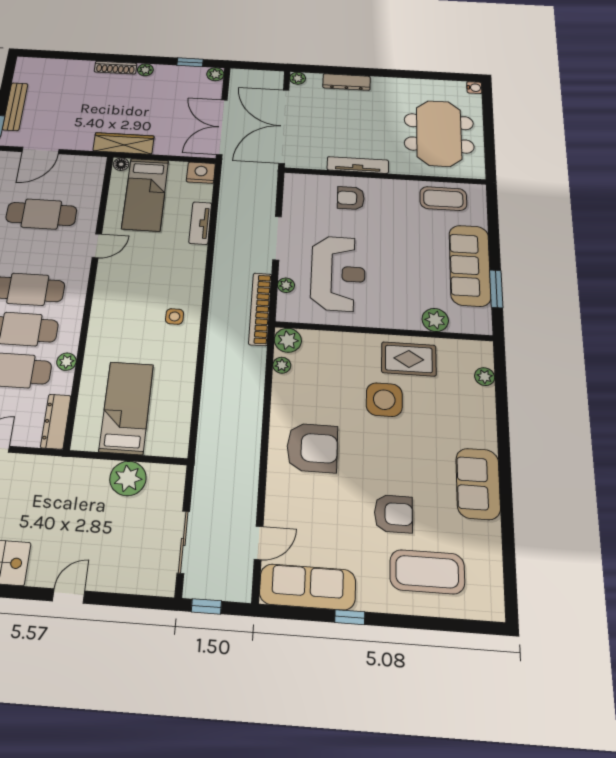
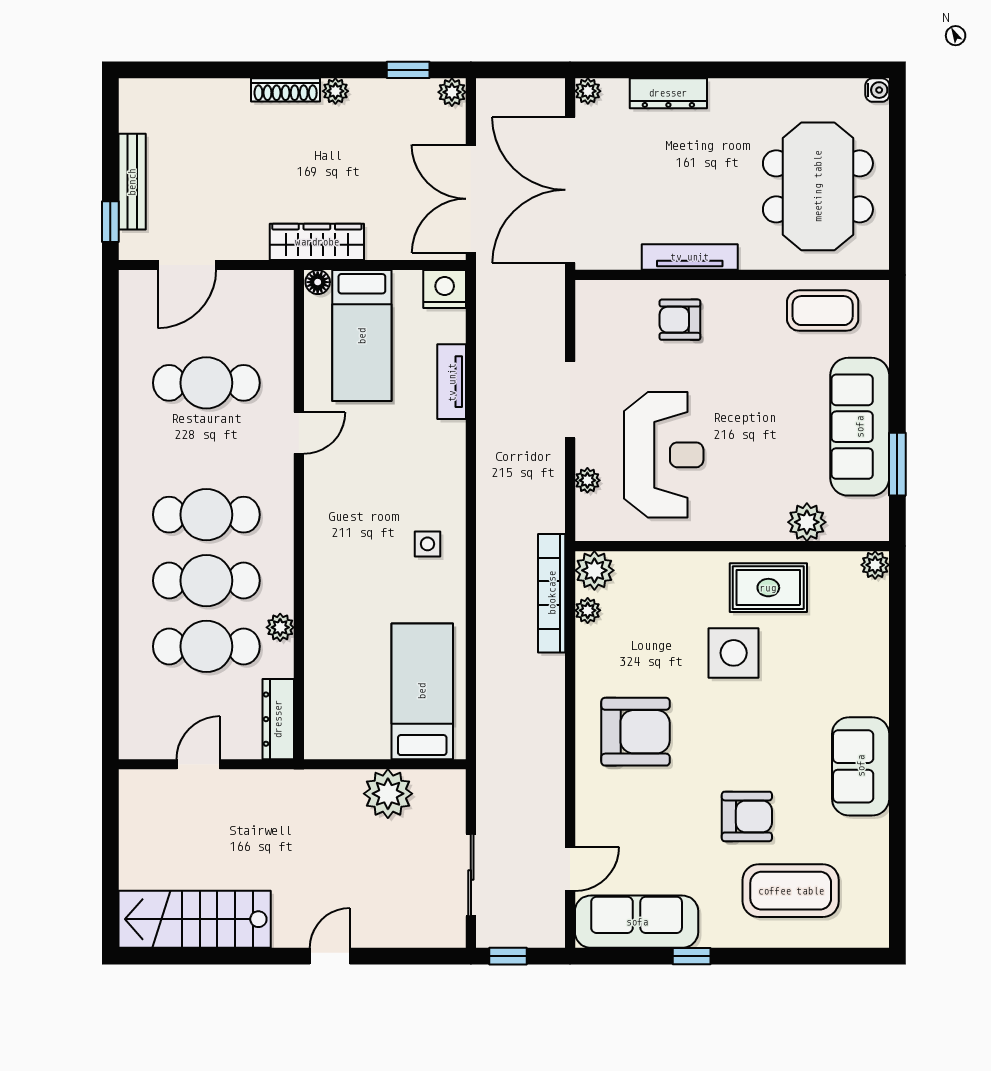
bookcase: (260, 309) -> (552, 593), moved
plant: (485, 377) -> (875, 565), moved
bed: (126, 408) -> (422, 691), moved

